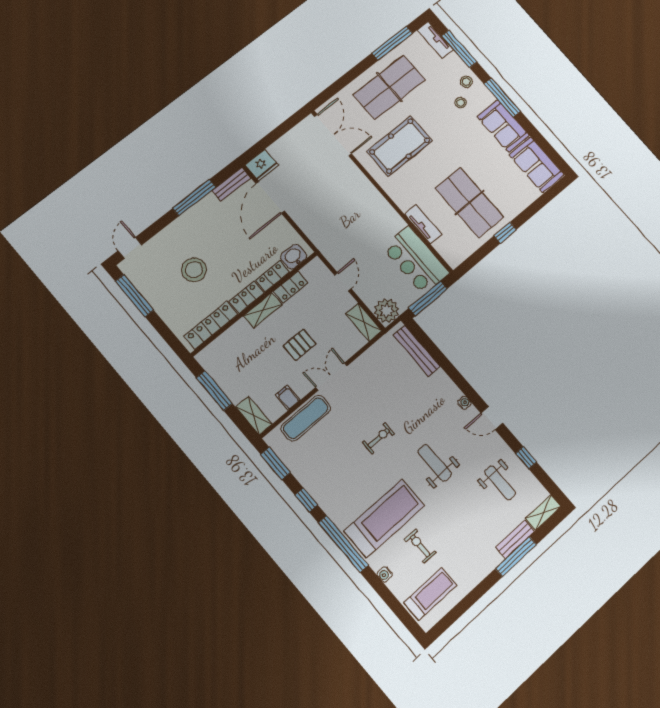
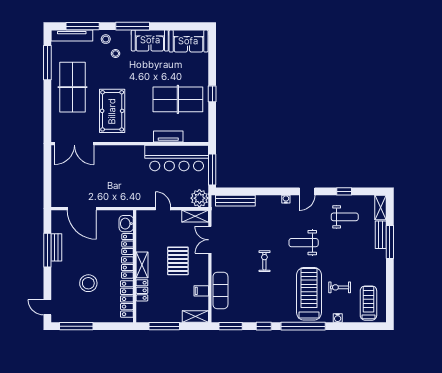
tv unit: (435, 40) -> (72, 35), width x1.41
double door: (333, 135) -> (74, 144), swing flipped
fridge: (262, 165) -> (59, 198), removed
bench: (231, 184) -> (56, 247), moved
bar counter: (416, 260) -> (177, 158), width x1.36
locker: (291, 287) -> (142, 290), moved
pallet: (299, 345) -> (178, 261), width x1.50, depth x1.42
double door: (331, 377) -> (210, 240), moved

